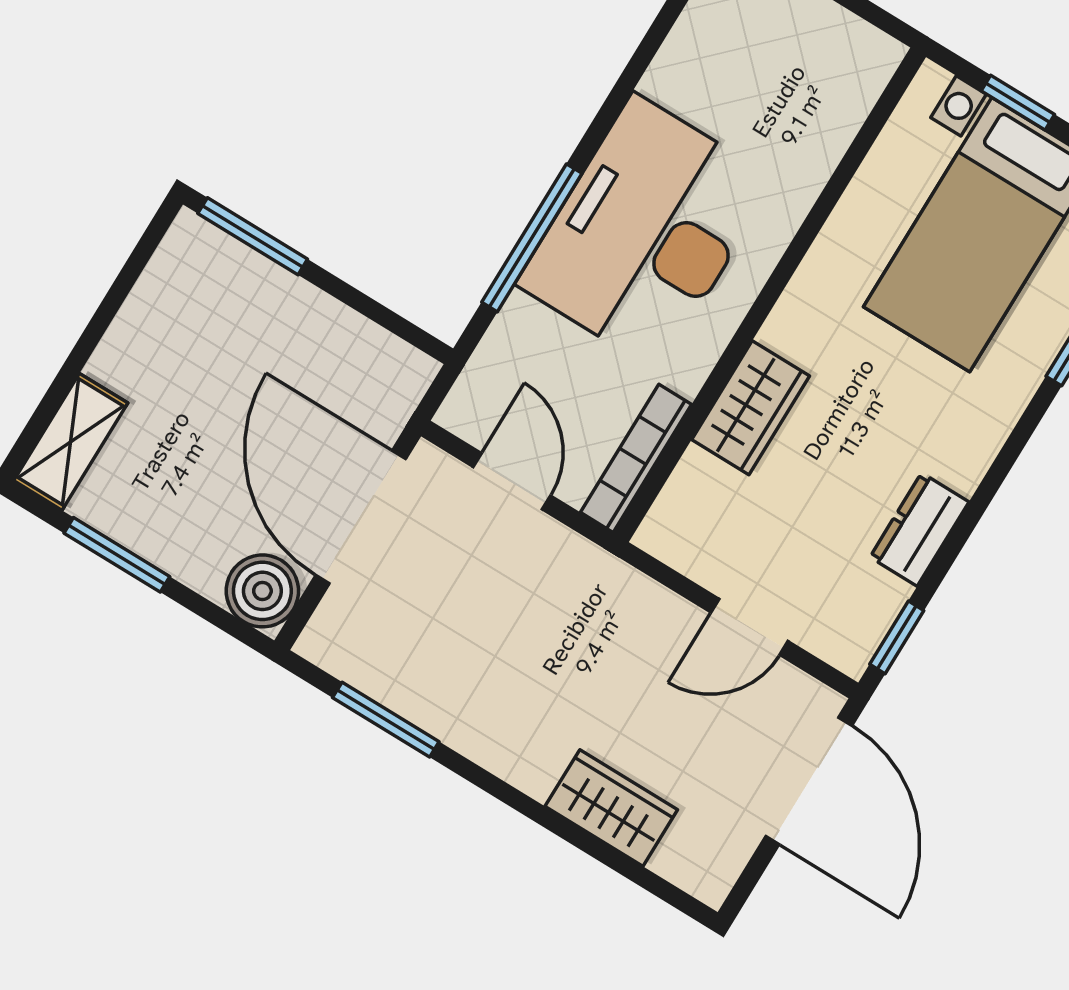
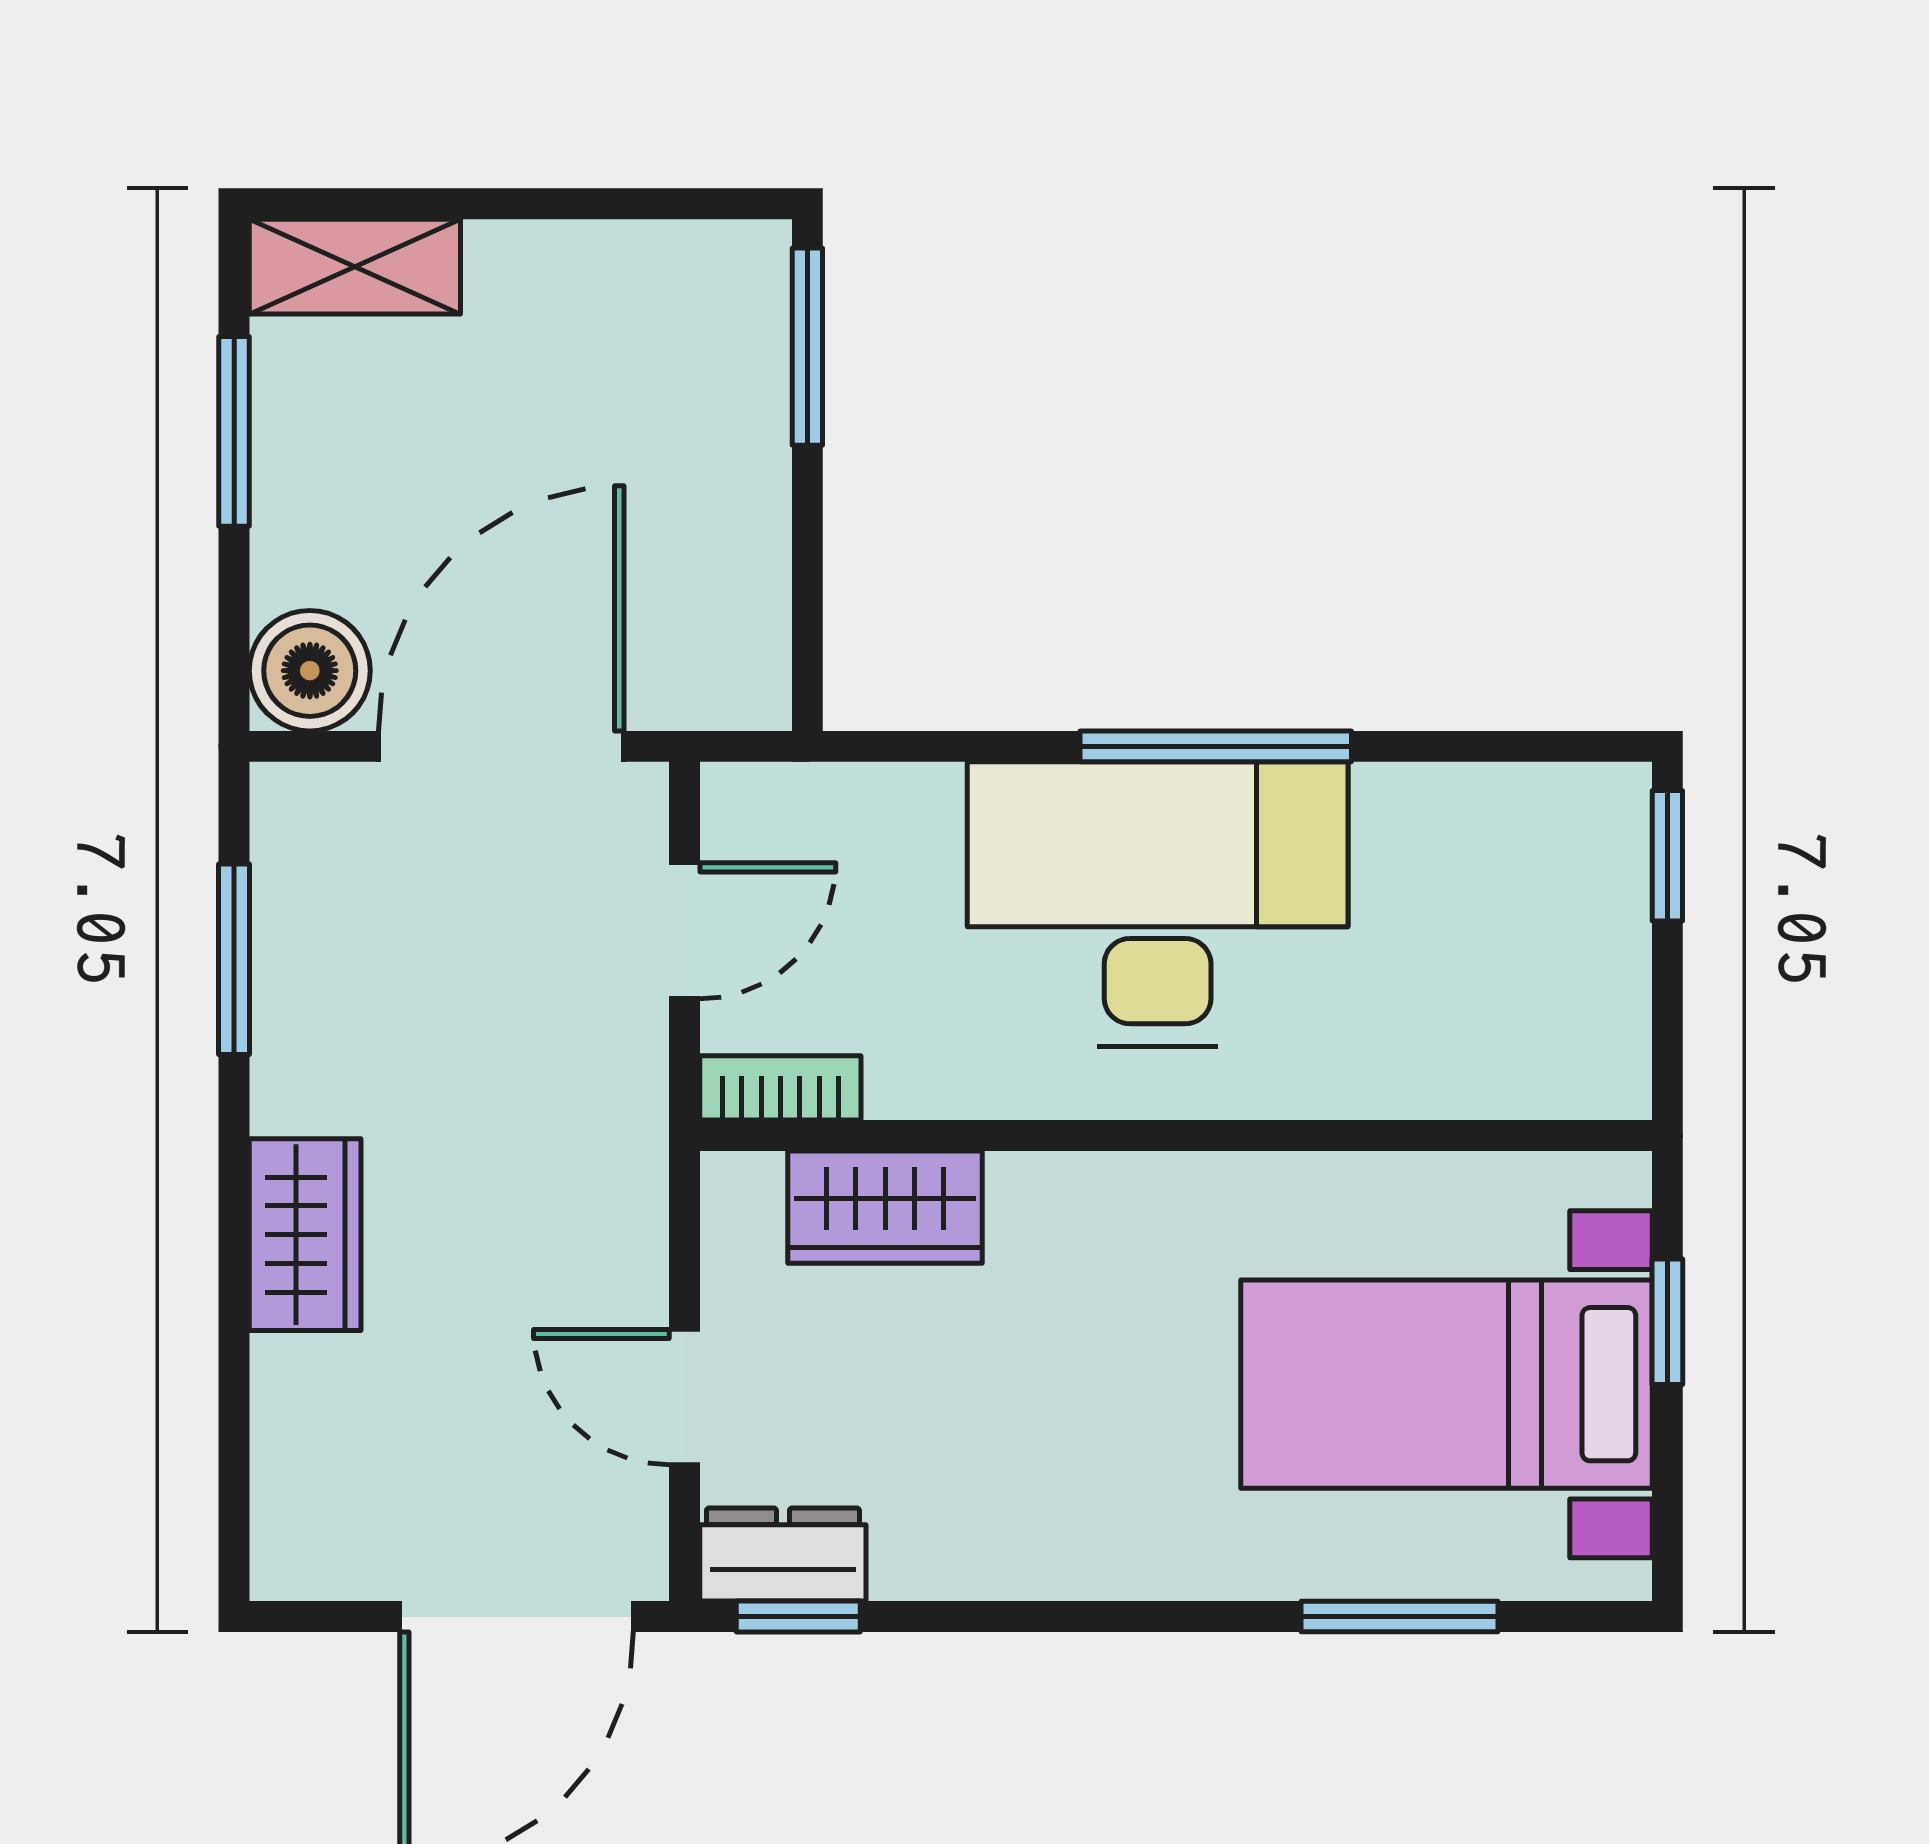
window: (532, 238) -> (1216, 746), moved
wardrobe: (751, 408) -> (885, 1207), moved
bookcase: (636, 458) -> (780, 1088), width x0.64
dresser: (919, 530) -> (783, 1555), moved
wardrobe: (611, 808) -> (305, 1235), moved

